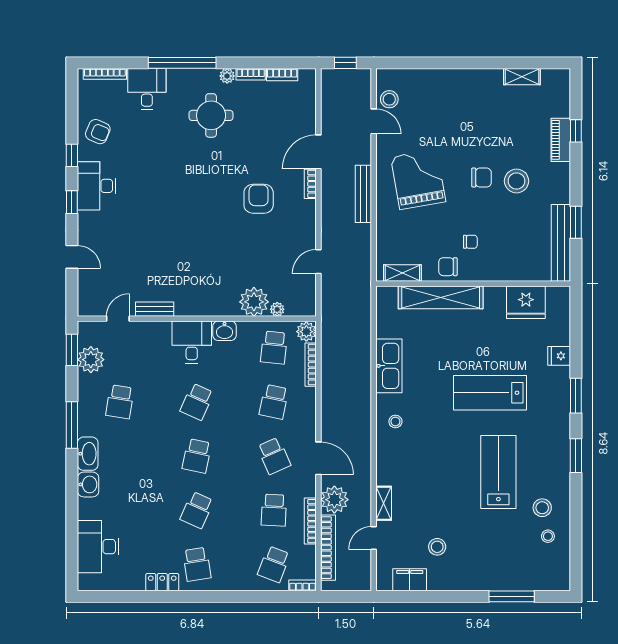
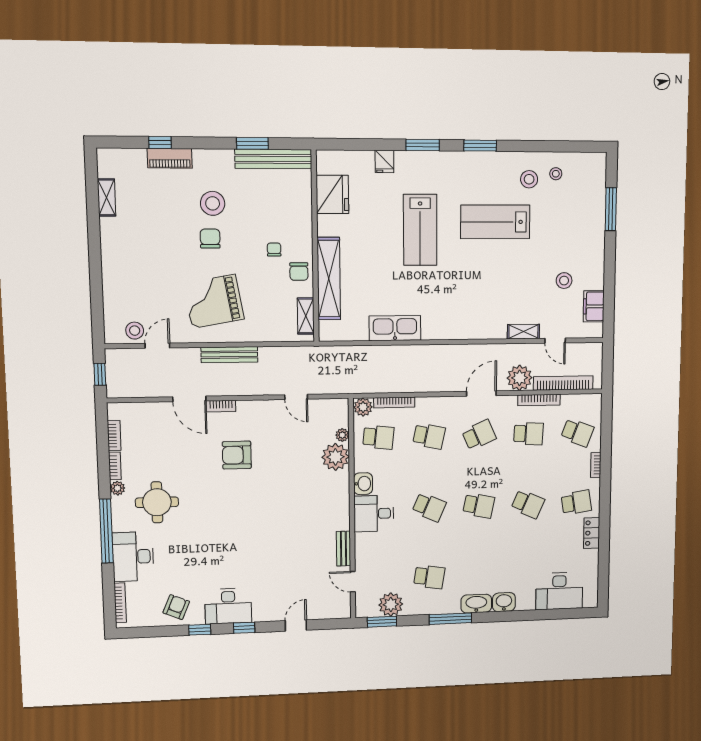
desk: (147, 89) -> (133, 557), width x1.37
stool: (395, 421) -> (447, 321), removed
bookcase: (303, 585) -> (596, 465), moved

